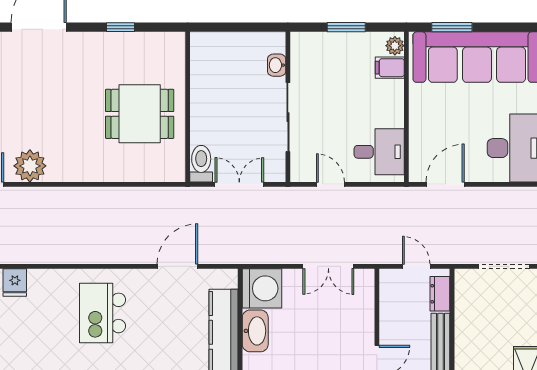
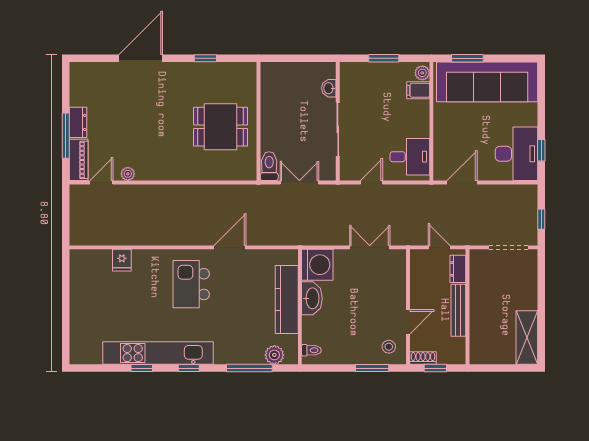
plant: (30, 166) -> (128, 174), width x0.53, depth x0.53
door: (330, 184) -> (371, 182), hinge flipped
door: (177, 266) -> (230, 247), moved
double door: (328, 266) -> (370, 247), swing flipped

